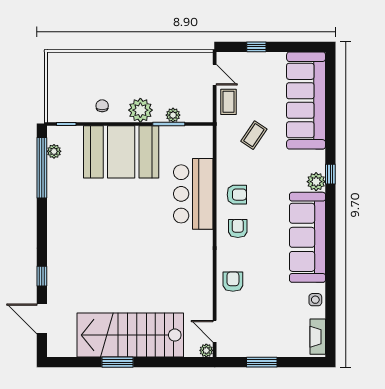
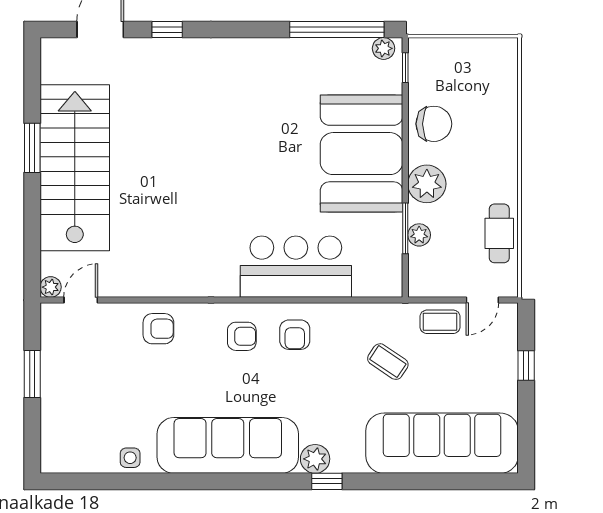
cafe table: (172, 64) -> (499, 233), added
chair: (102, 106) -> (434, 124), width x1.87, depth x1.87
plant: (54, 151) -> (384, 48), moved
fireplace: (318, 337) -> (72, 462), removed

